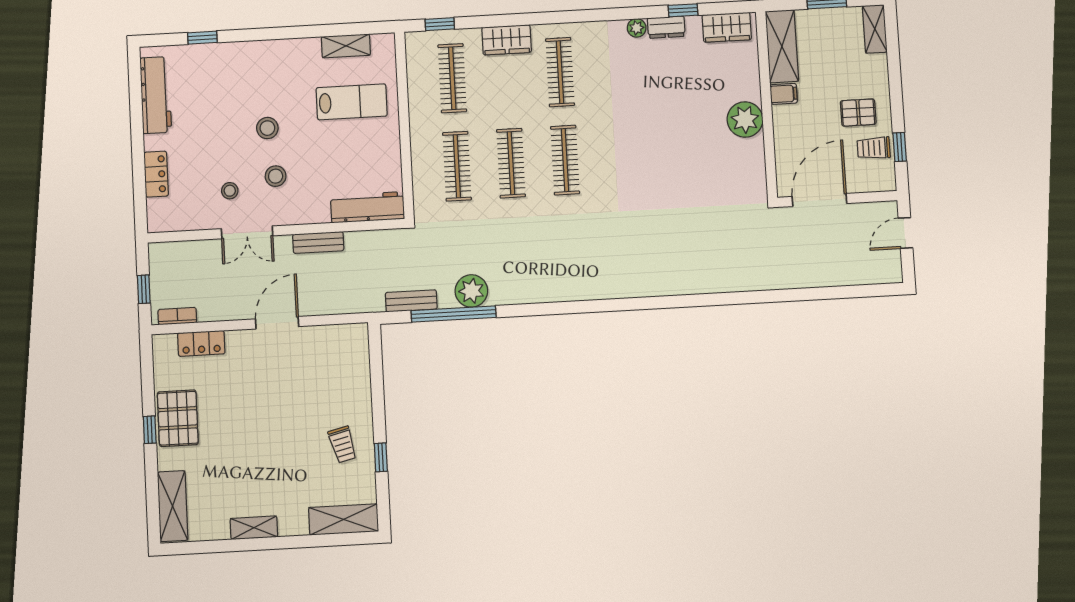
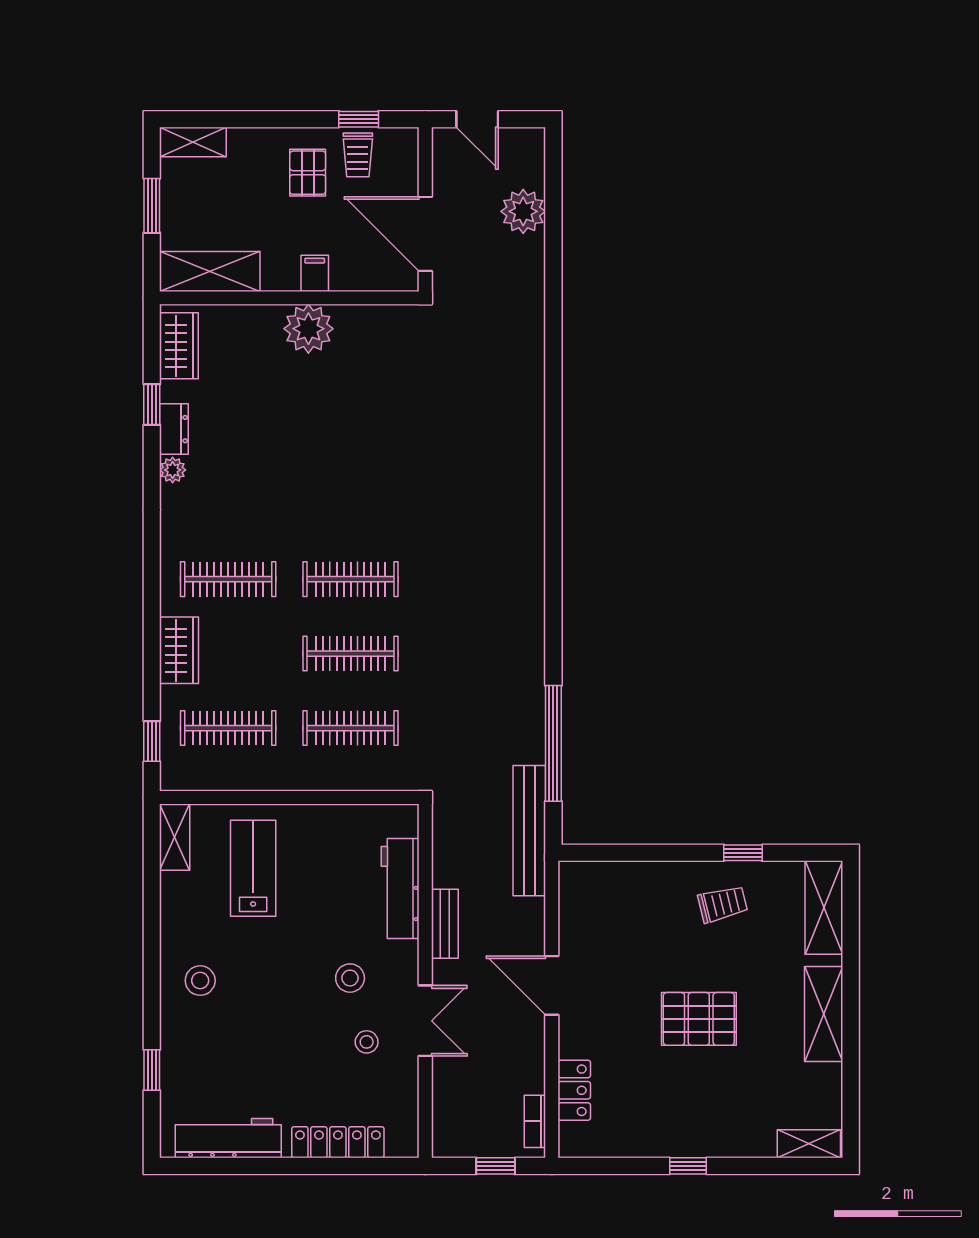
shelving: (346, 46) -> (175, 837), moved
filing cabinet: (784, 94) -> (315, 273), moved
stool: (267, 128) -> (200, 981), moved
locker: (156, 174) -> (338, 1142), width x1.53
workbench: (367, 207) -> (400, 888), moved
plant: (471, 291) -> (523, 211), moved
bench: (411, 301) -> (529, 831), width x1.86, depth x1.21
pallet: (178, 418) -> (699, 1019), moved
shelving: (173, 506) -> (809, 1144), width x0.67, depth x0.75
shelving: (254, 528) -> (824, 1014), width x1.50, depth x1.33

